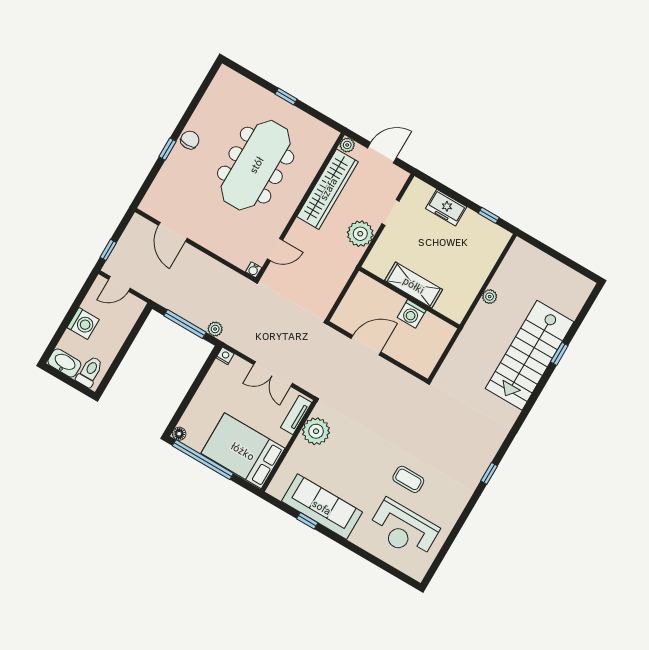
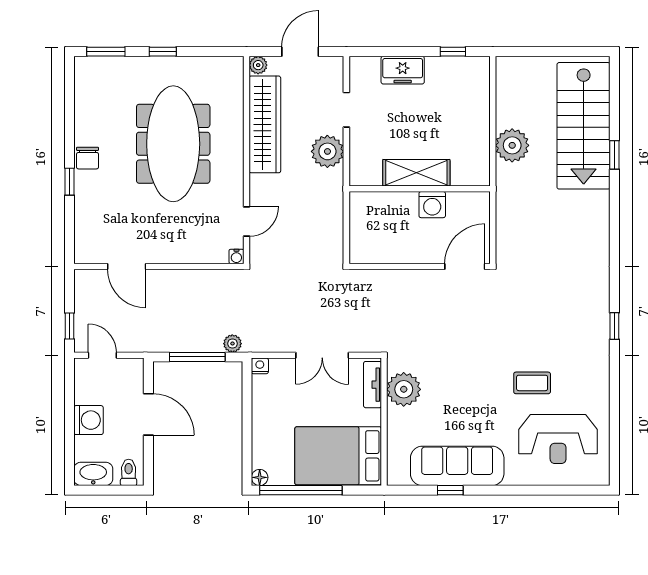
window: (246, 73) -> (106, 52), added
chair: (190, 140) -> (88, 158), turned 180
door: (119, 284) -> (102, 355), swing flipped
plant: (490, 297) -> (512, 145), width x1.87, depth x1.87
door: (127, 344) -> (148, 414), added
door: (366, 345) -> (465, 266), moved
stairs: (530, 355) -> (584, 126), moved
toilet: (90, 372) -> (129, 472), width x0.73, depth x0.72

